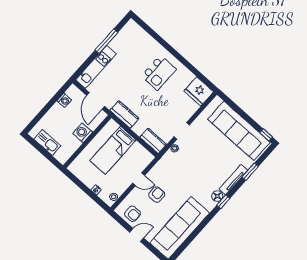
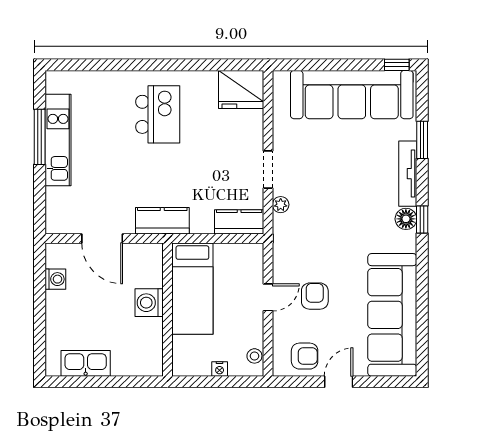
kitchen unit: (96, 67) -> (58, 140), moved
washing machine: (83, 133) -> (149, 303), moved
wall: (87, 142) -> (167, 310), moved

